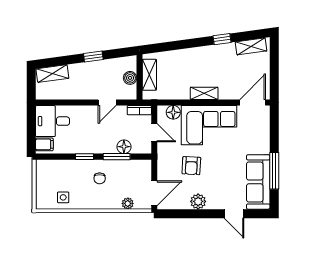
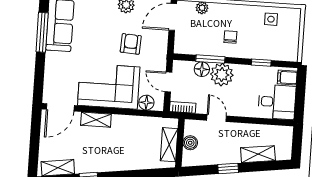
shelving: (52, 74) -> (258, 154), moved
shelving: (204, 93) -> (96, 120), moved
door: (107, 102) -> (217, 118), hinge flipped
plant: (105, 143) -> (222, 75), added
window: (84, 157) -> (261, 63), moved

